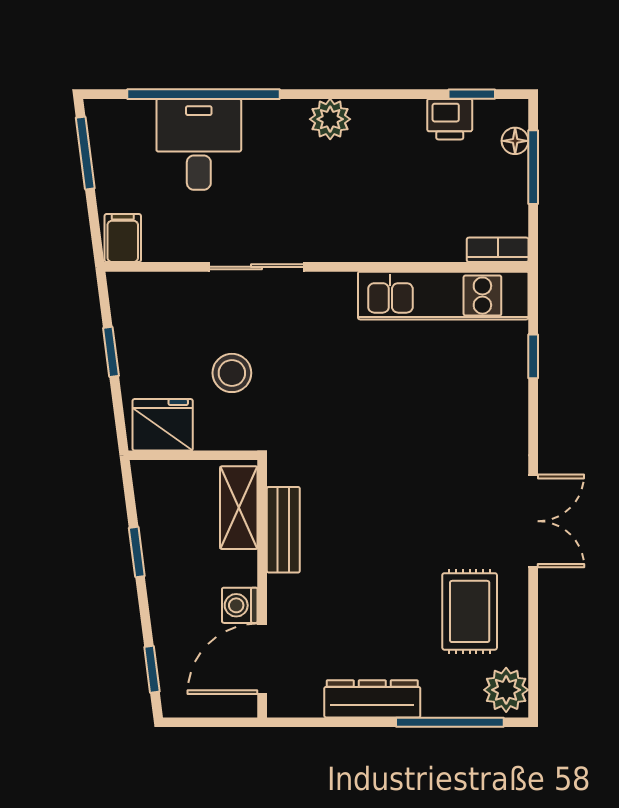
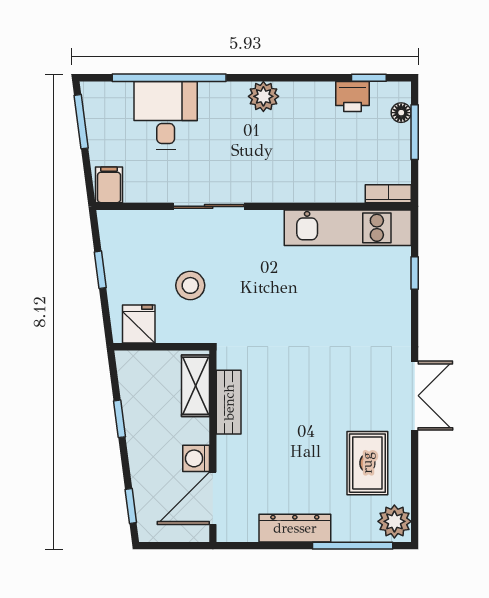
fridge: (163, 425) -> (139, 324), width x0.72

